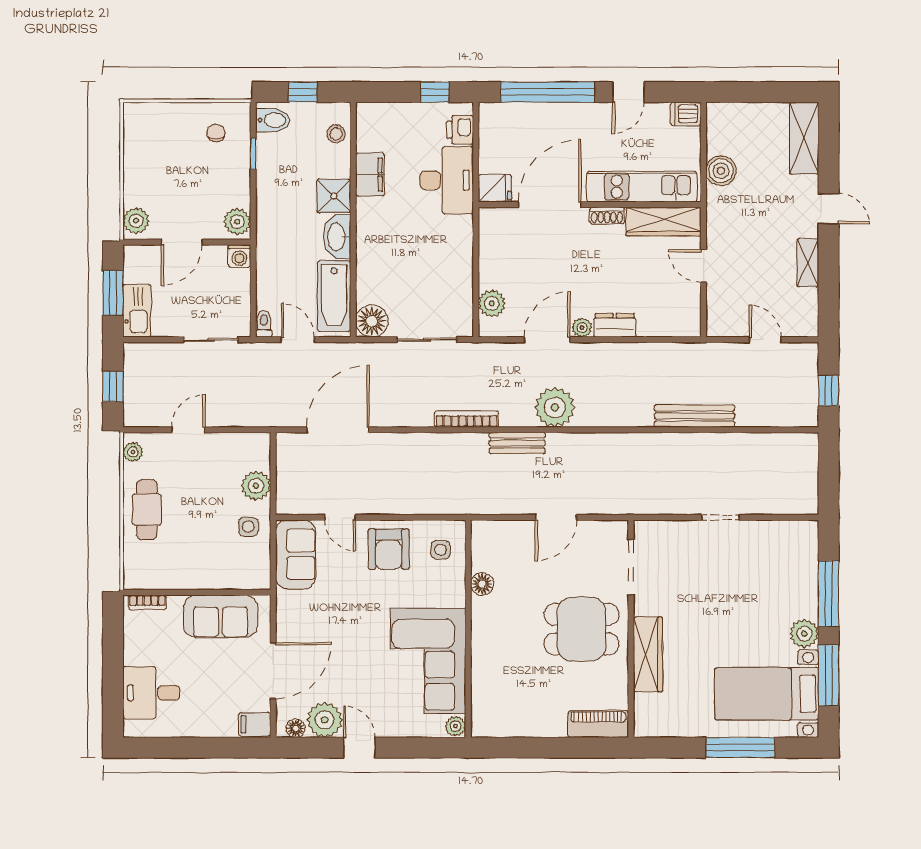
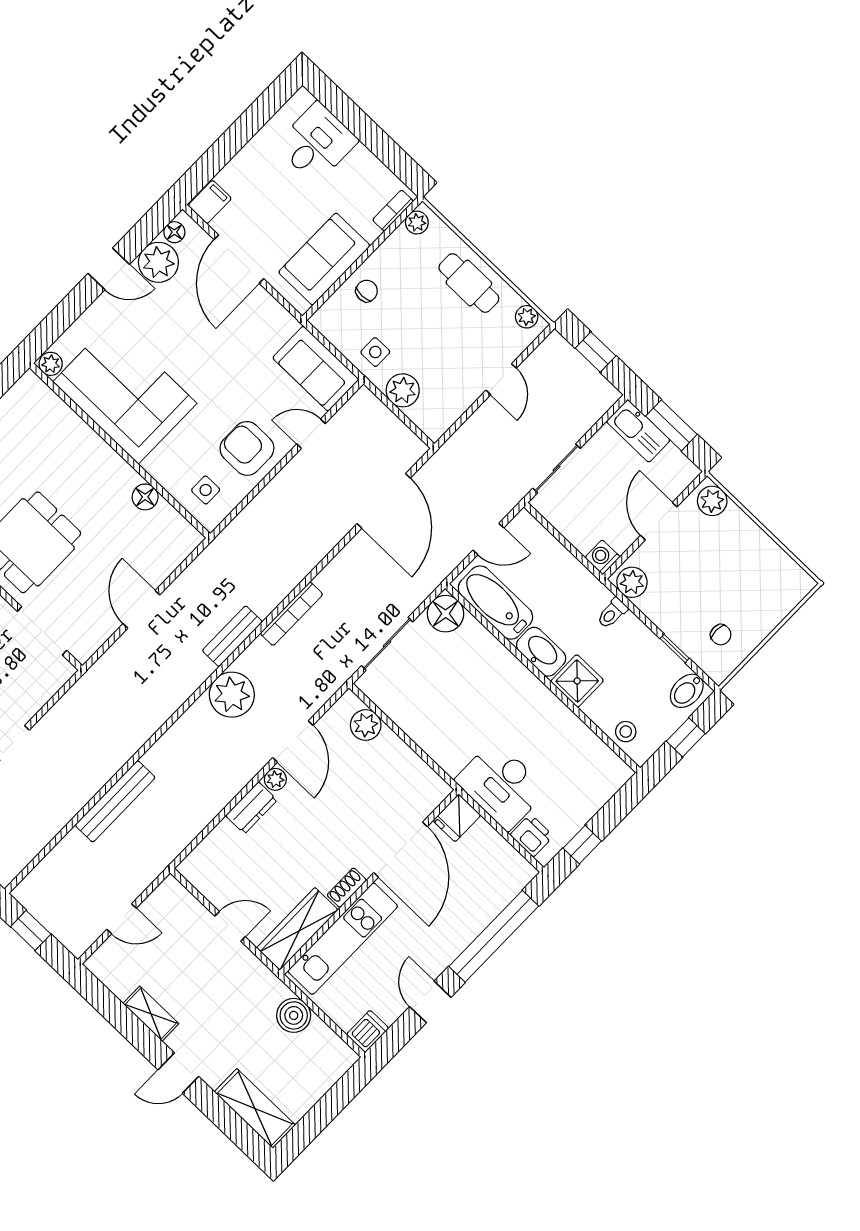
filing cabinet: (370, 174) -> (566, 727), removed
toilet: (264, 324) -> (612, 613), moved, turned 90
chair: (215, 570) -> (367, 291), added
plant: (140, 580) -> (417, 223), added

